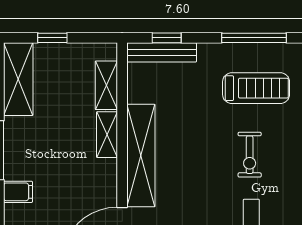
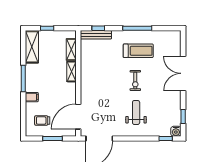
shelving: (141, 156) -> (87, 81), removed

